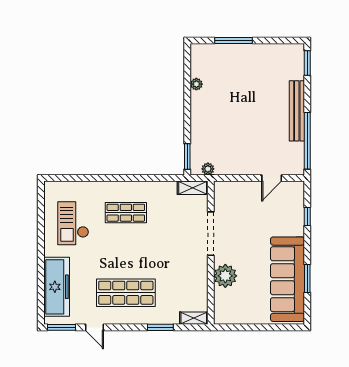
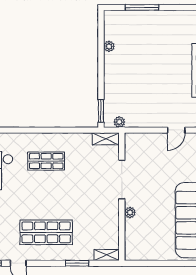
plant: (225, 276) -> (130, 212), width x0.53, depth x0.53

